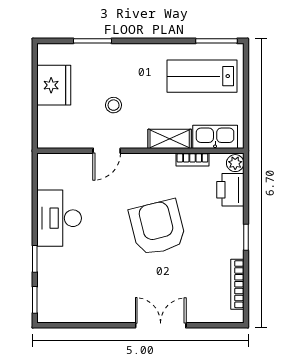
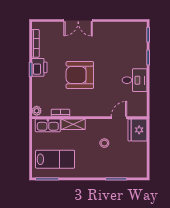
fridge: (54, 85) -> (138, 130), moved
door: (107, 151) -> (119, 118), moved
printer: (230, 190) -> (39, 67), moved
desk: (59, 218) -> (135, 80), width x0.73
armchair: (158, 227) -> (80, 75), turned 104

